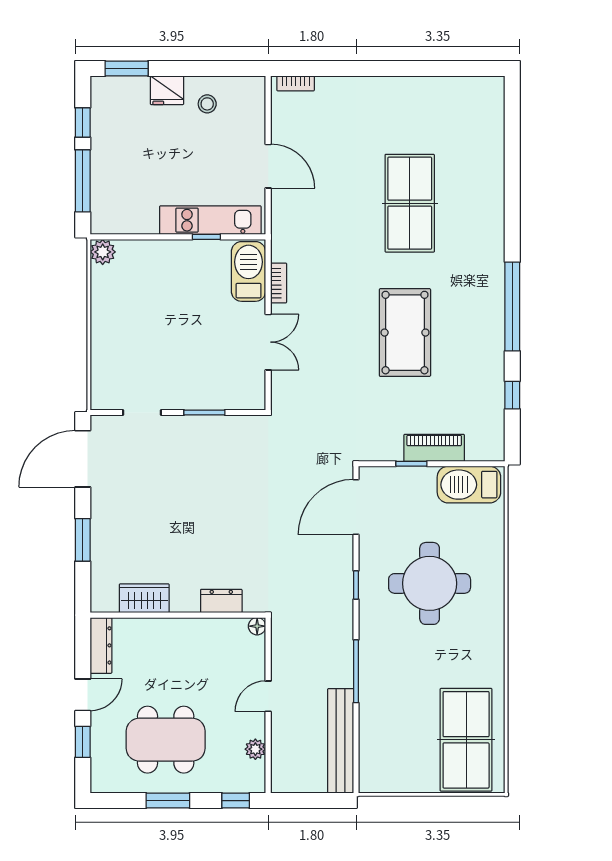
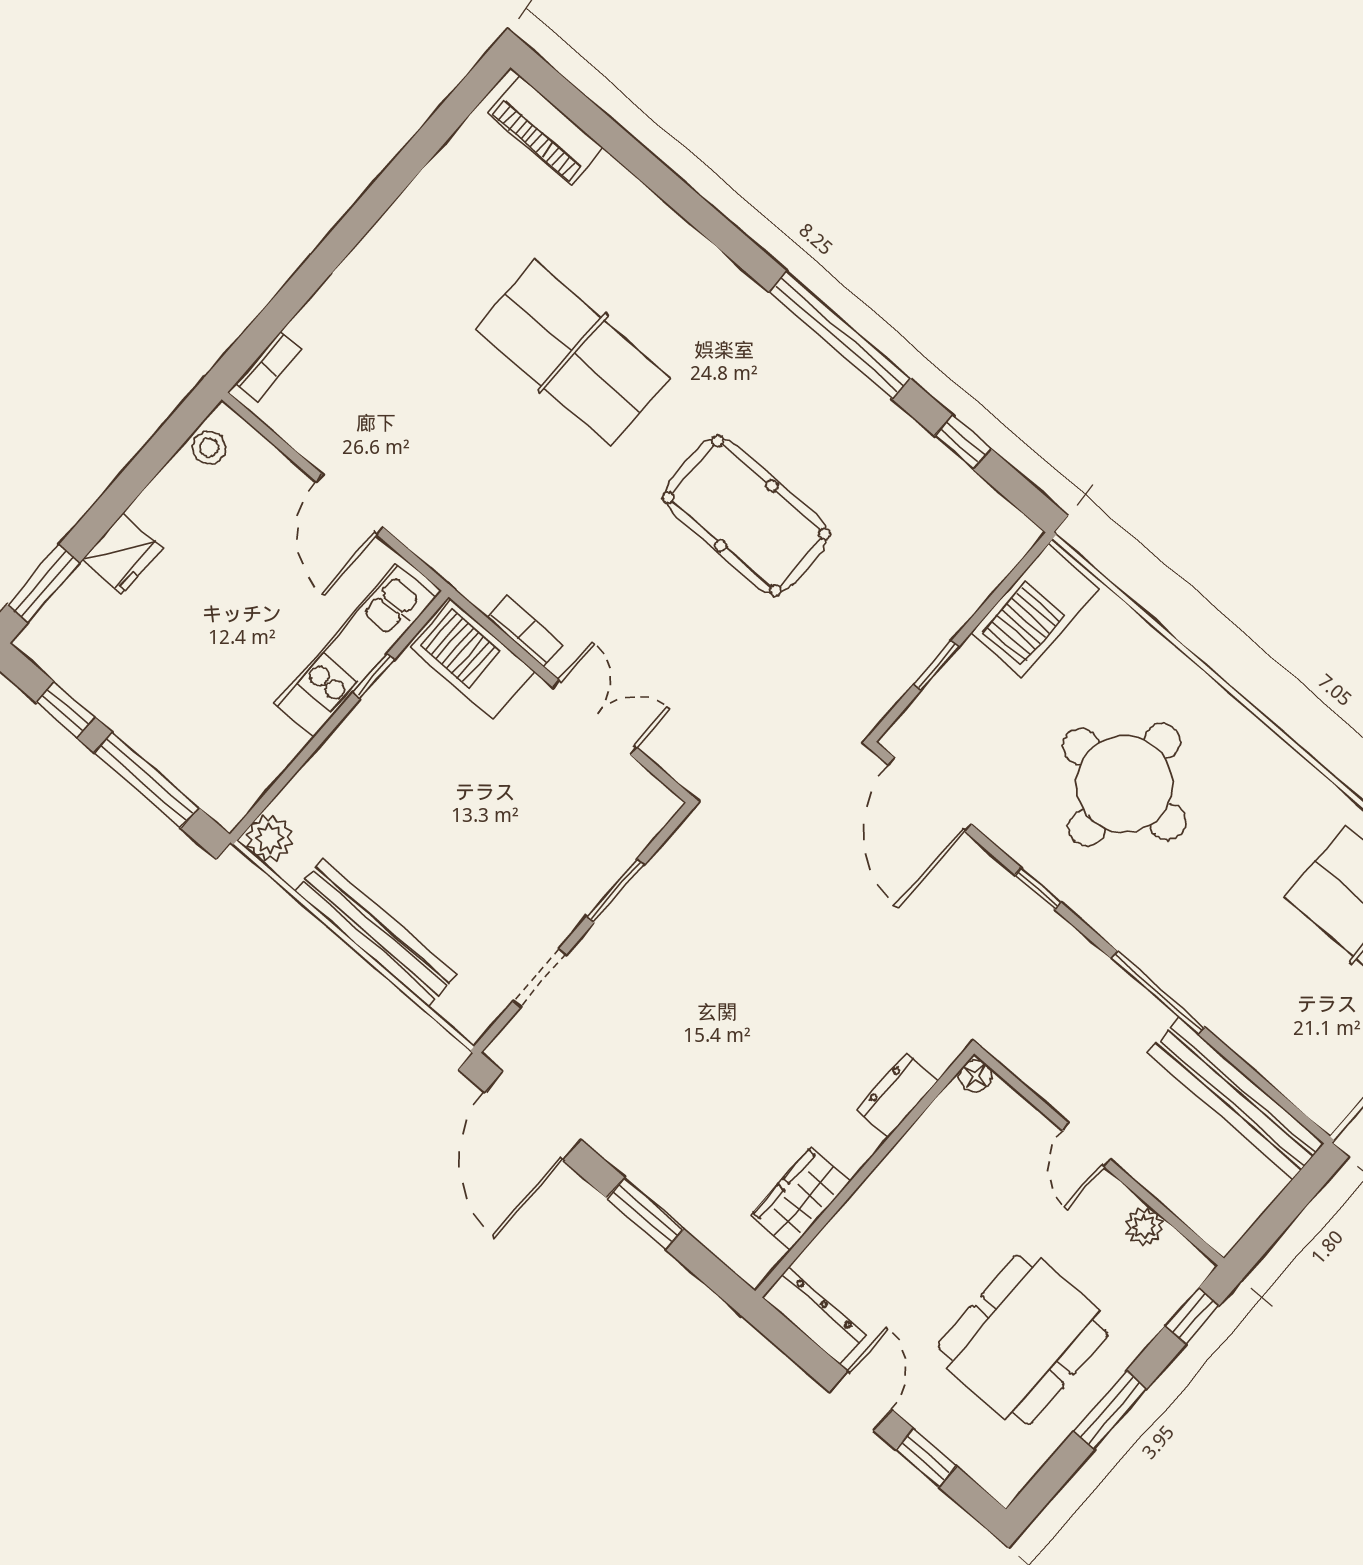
stool: (207, 104) -> (209, 448), moved
door: (268, 166) -> (350, 505), swing flipped
bench: (102, 329) -> (376, 933), added
piano: (434, 448) -> (546, 131), moved, turned -90

